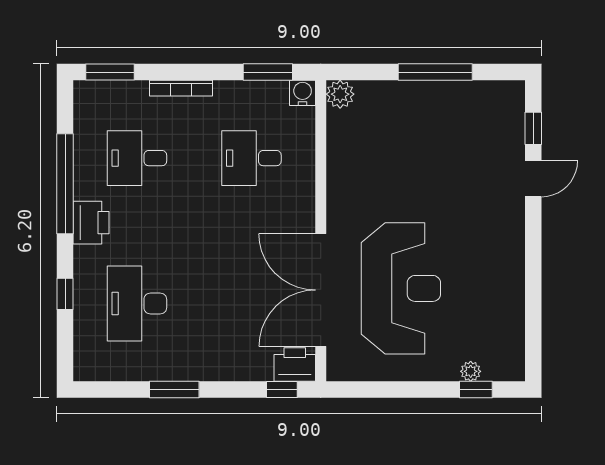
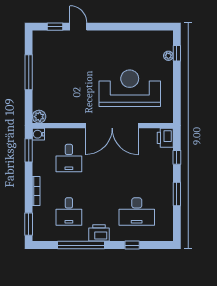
double door: (321, 290) -> (112, 126), moved
window: (282, 390) -> (177, 157), moved

